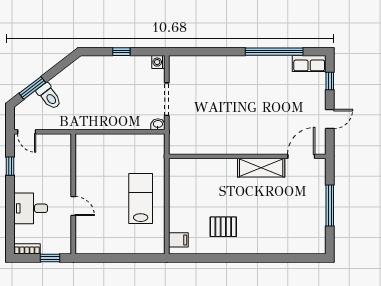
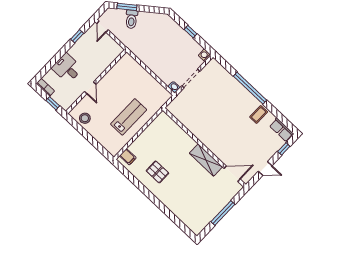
window: (274, 52) -> (250, 88), moved
coffee table: (271, 70) -> (259, 114), added
stool: (97, 242) -> (85, 118), added

